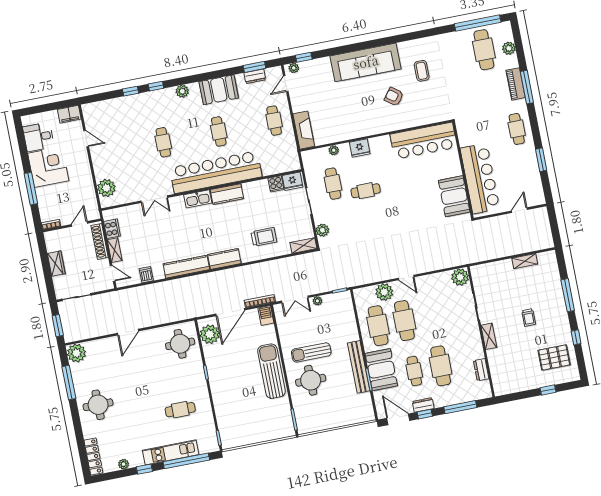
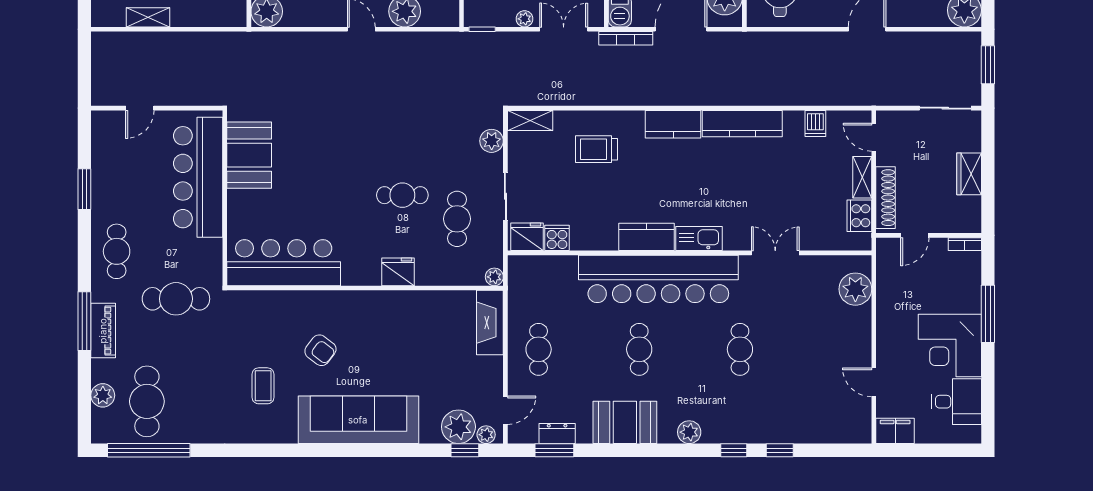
plant: (310, 69) -> (458, 427), added
cafe table: (479, 109) -> (176, 299), added
plant: (334, 150) -> (494, 277), moved

